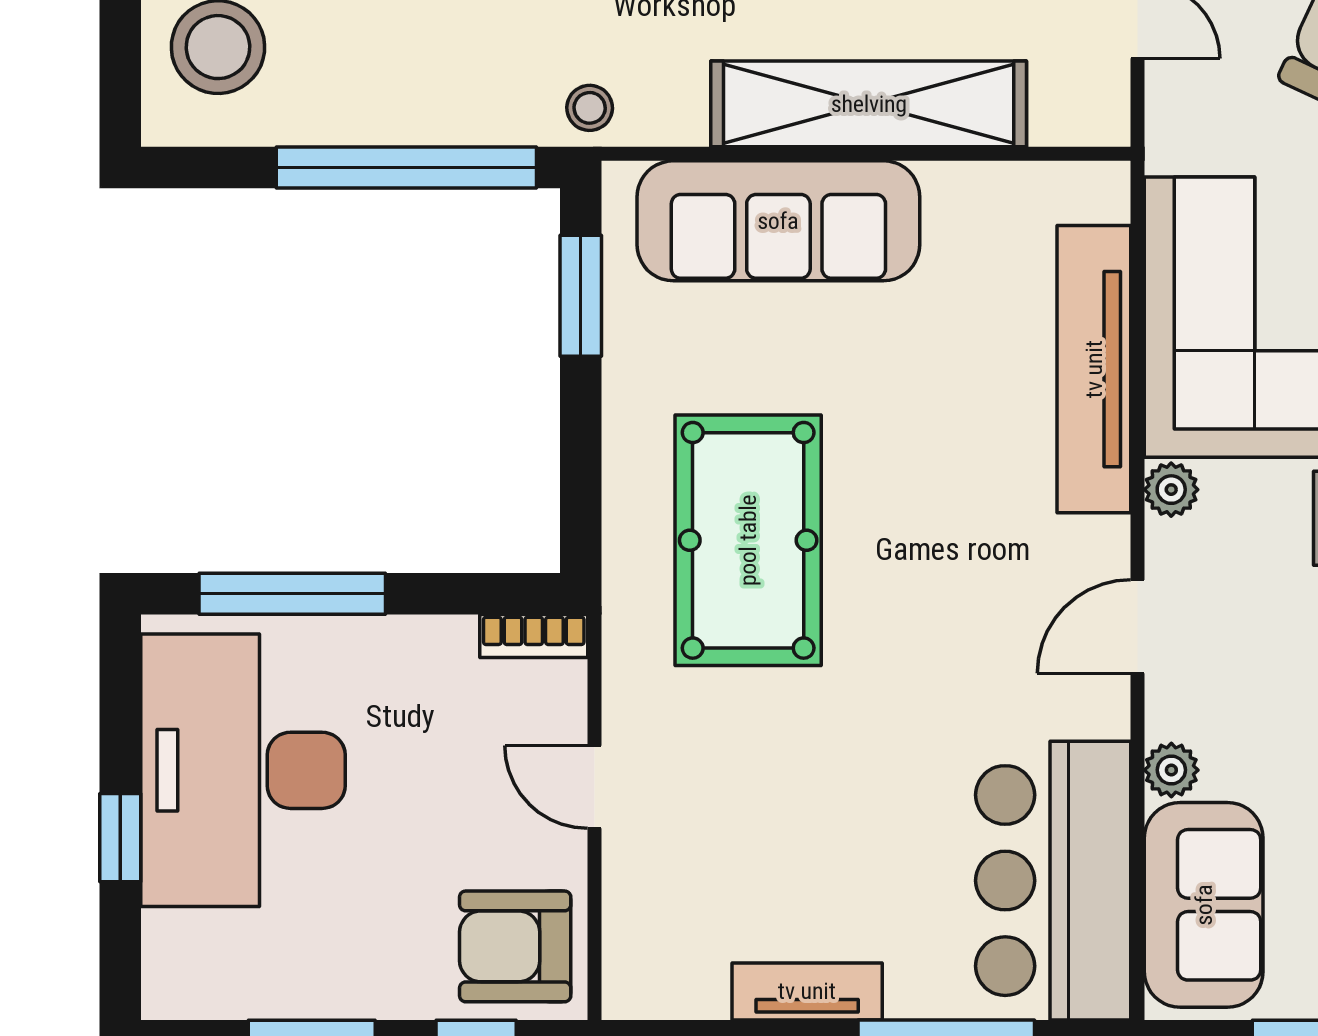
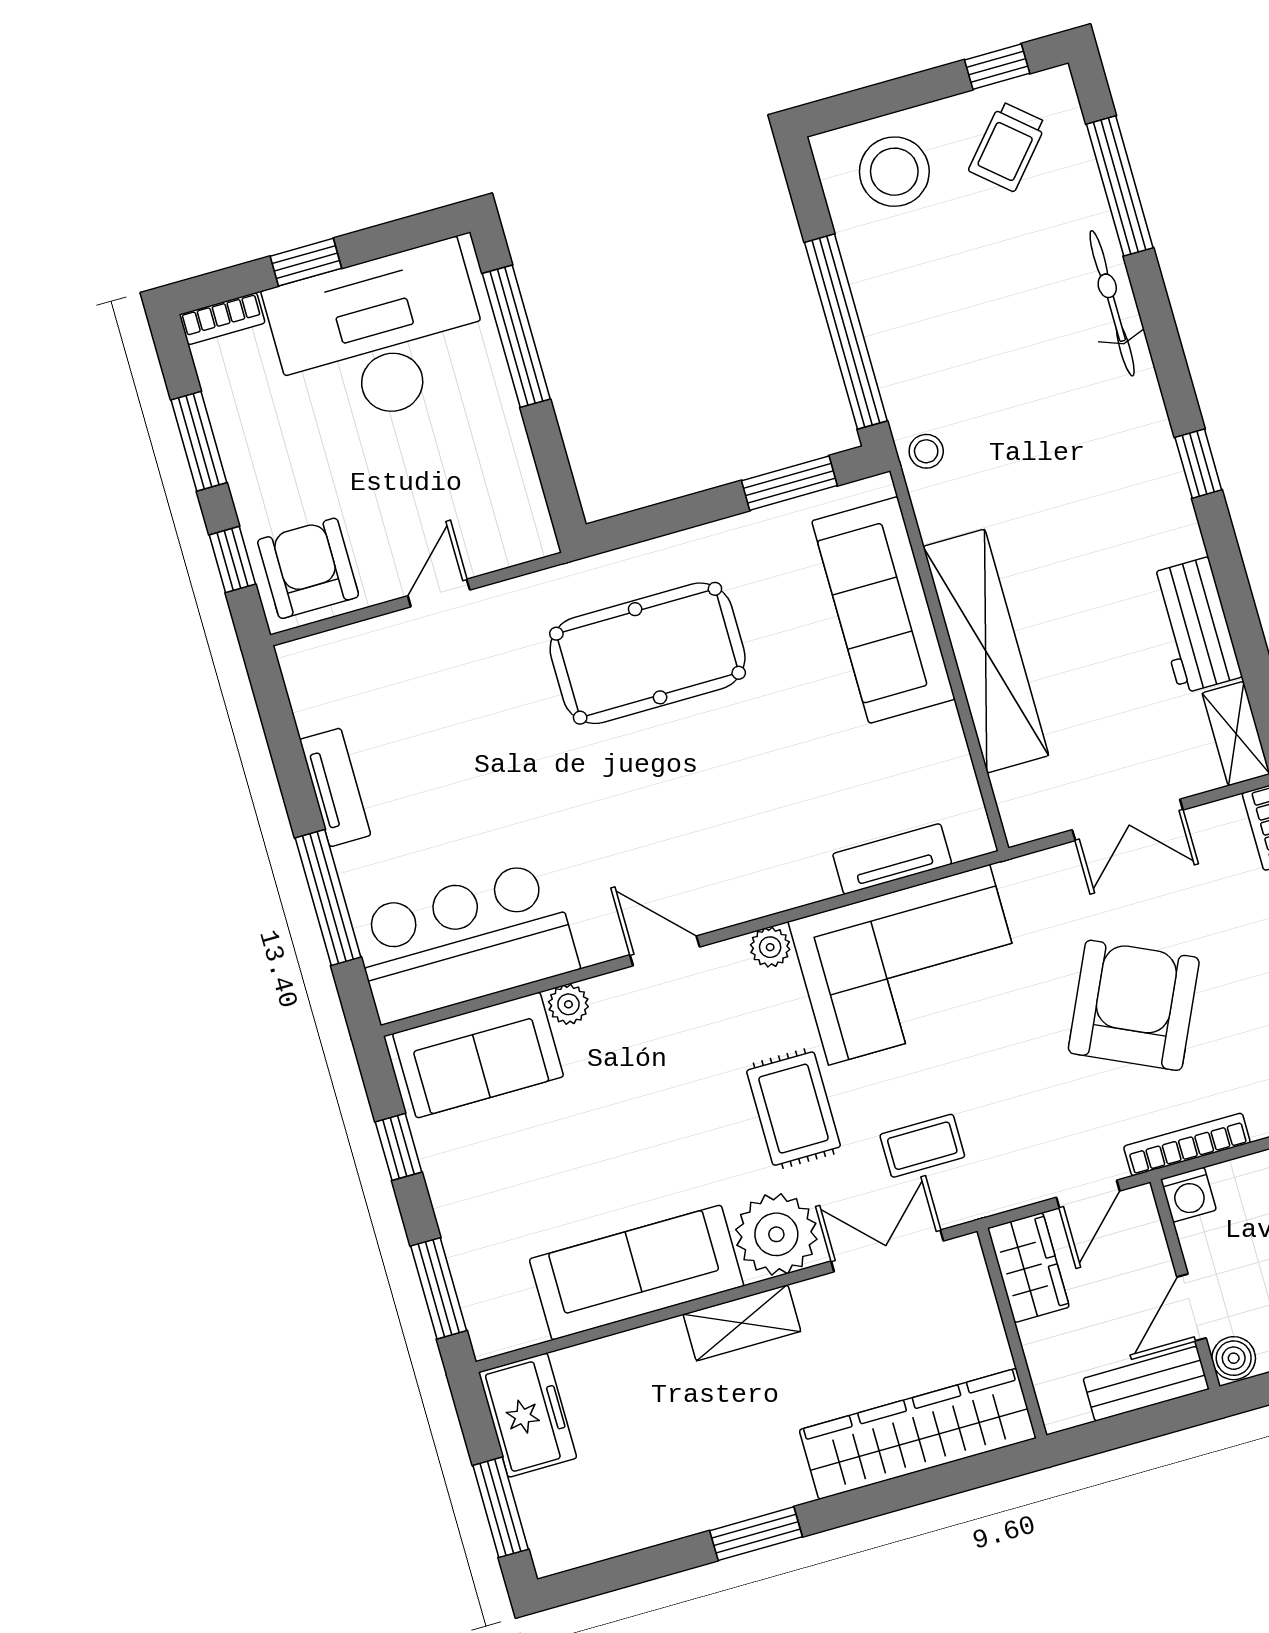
tv unit: (1094, 369) -> (892, 859), width x0.52, depth x0.78
bookcase: (534, 636) -> (222, 319), moved, turned -90

